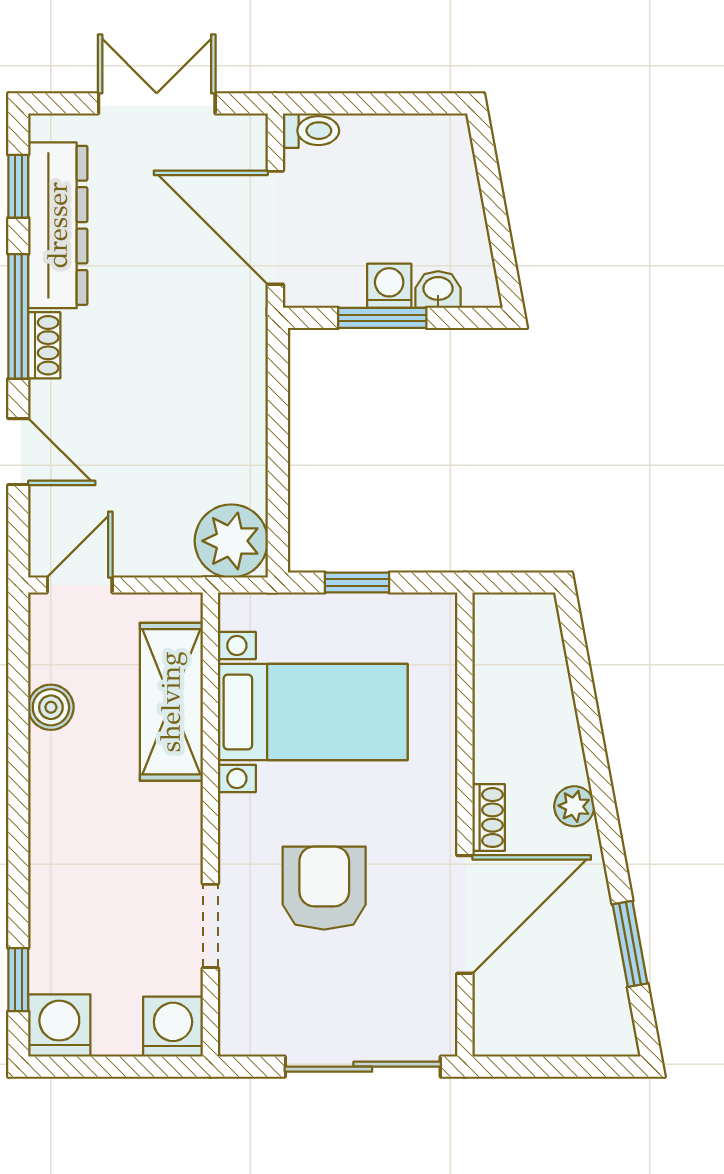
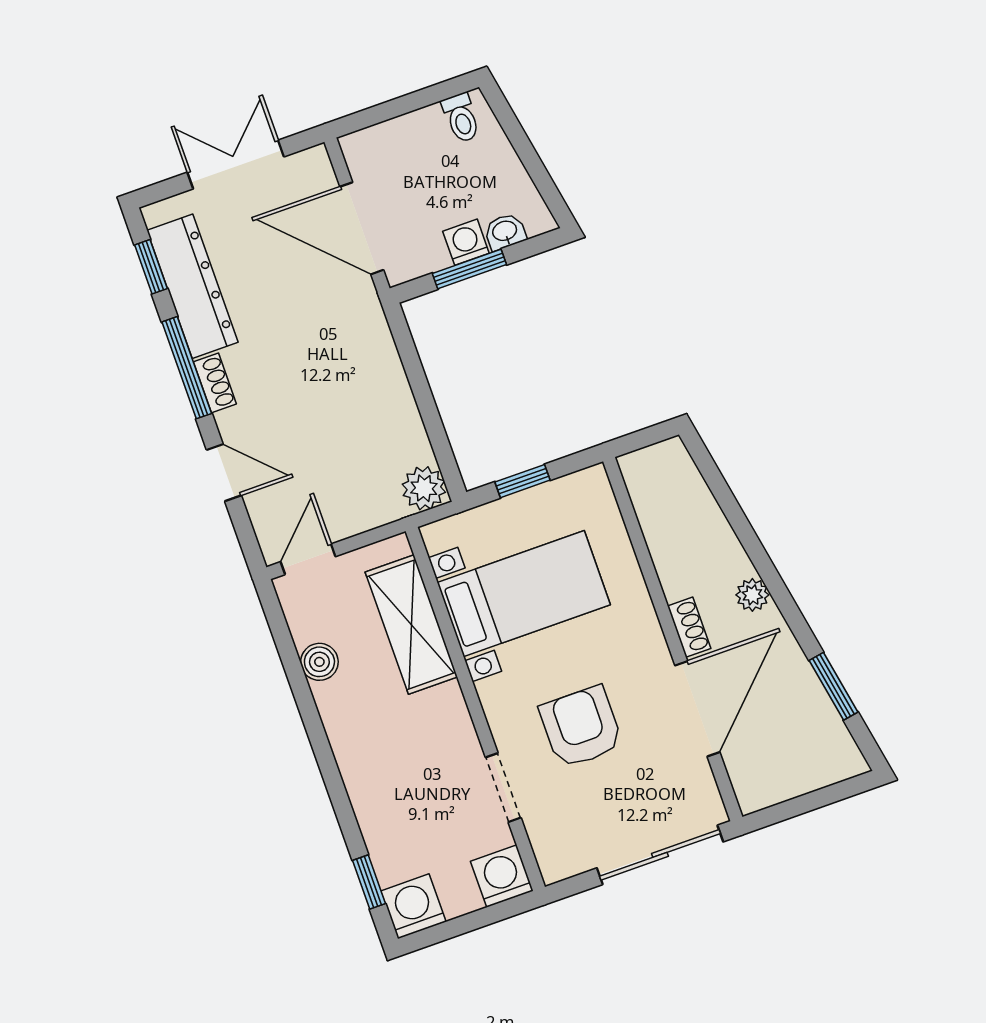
toilet: (311, 131) -> (461, 118), moved, turned 90
plant: (231, 541) -> (424, 488), width x0.73, depth x0.73

